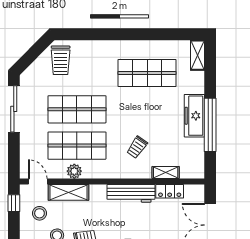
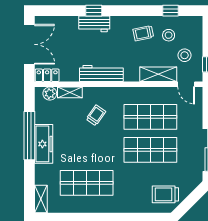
trolley: (61, 60) -> (165, 194), turned -90
plant: (74, 171) -> (50, 94), moved
locker: (170, 191) -> (47, 75), moved

